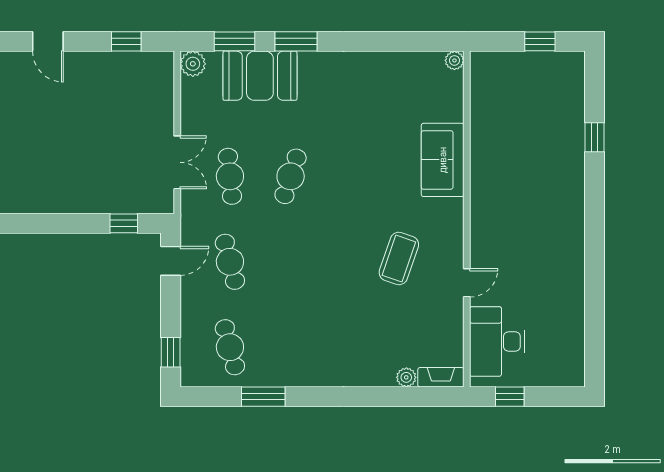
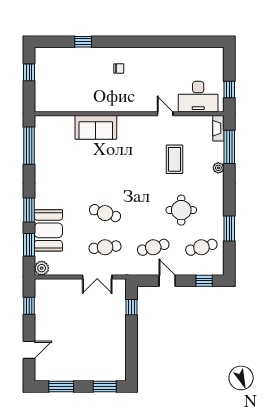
window: (410, 41) -> (29, 146), added
plant: (454, 60) -> (40, 121), removed
double door: (177, 162) -> (97, 277), swing flipped
chair: (547, 201) -> (119, 68), added
coffee table: (399, 259) -> (175, 159), moved, turned 71
door: (171, 261) -> (167, 281), moved
round table: (296, 311) -> (181, 210), added
plant: (406, 377) -> (218, 168), moved
window: (408, 397) -> (229, 147), added

